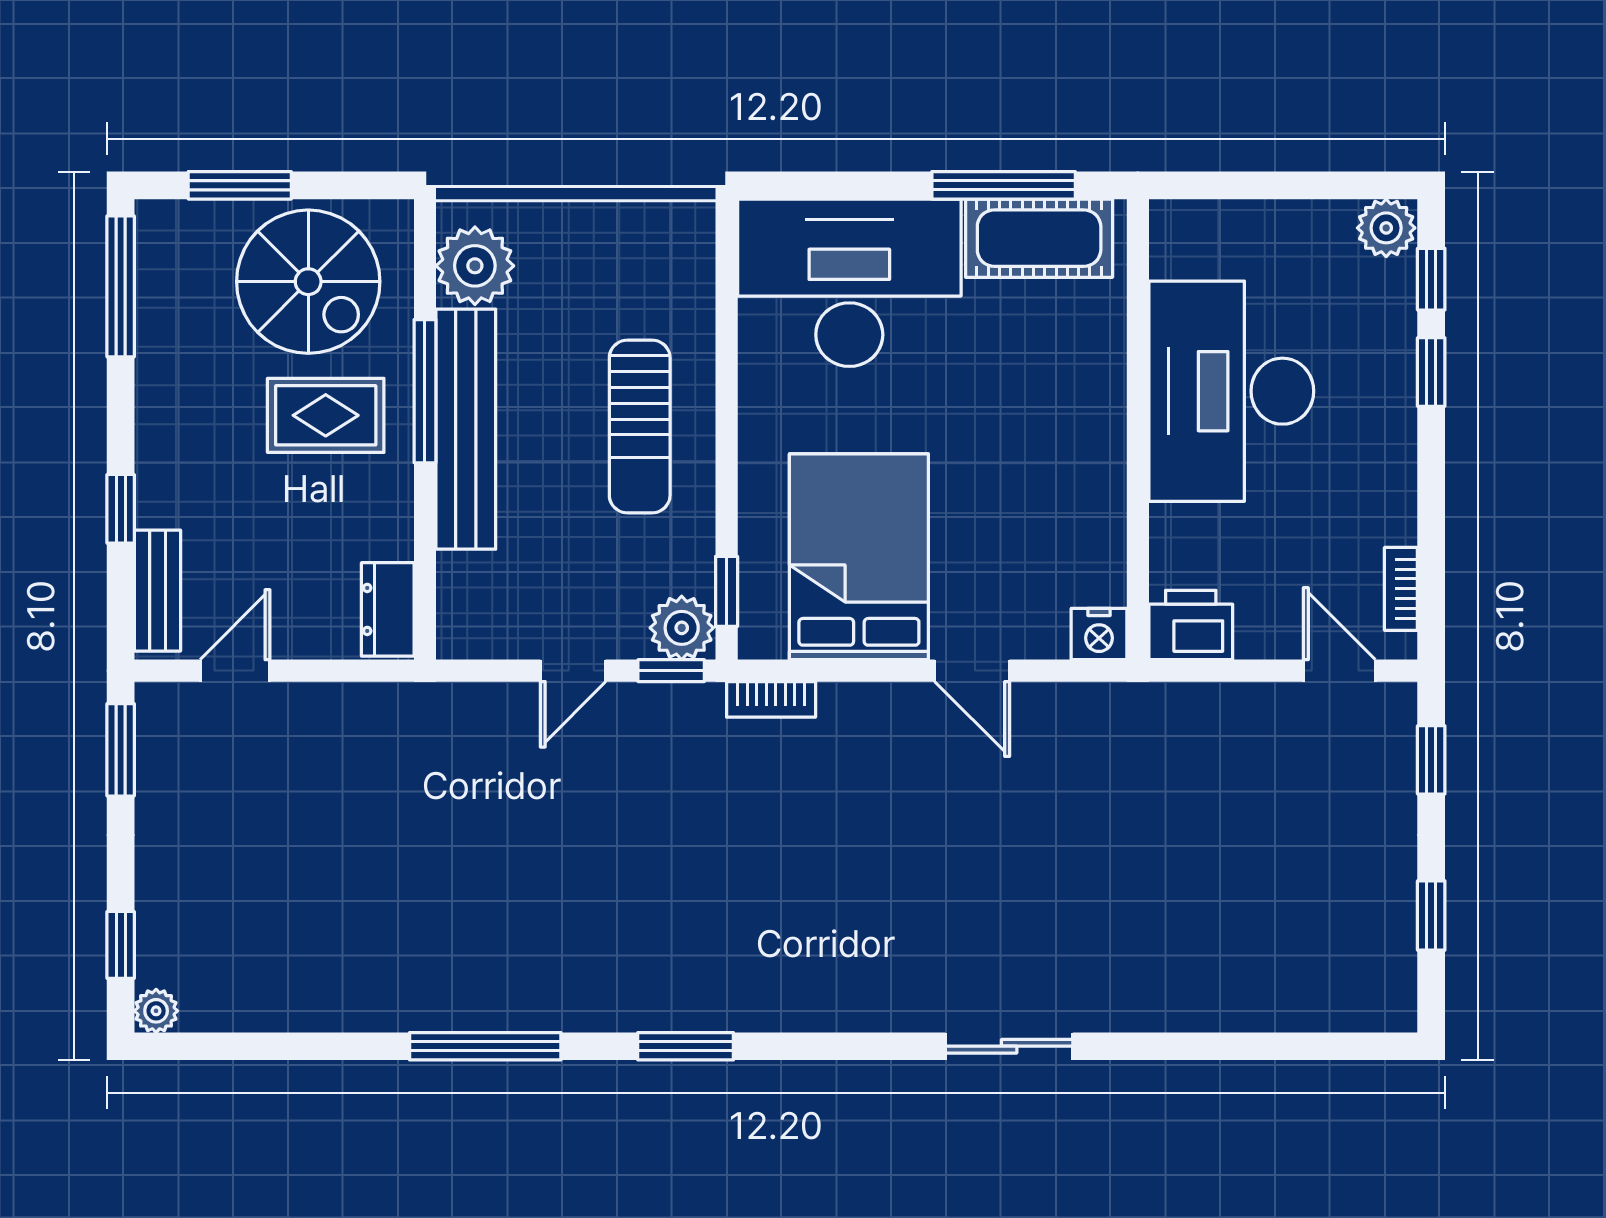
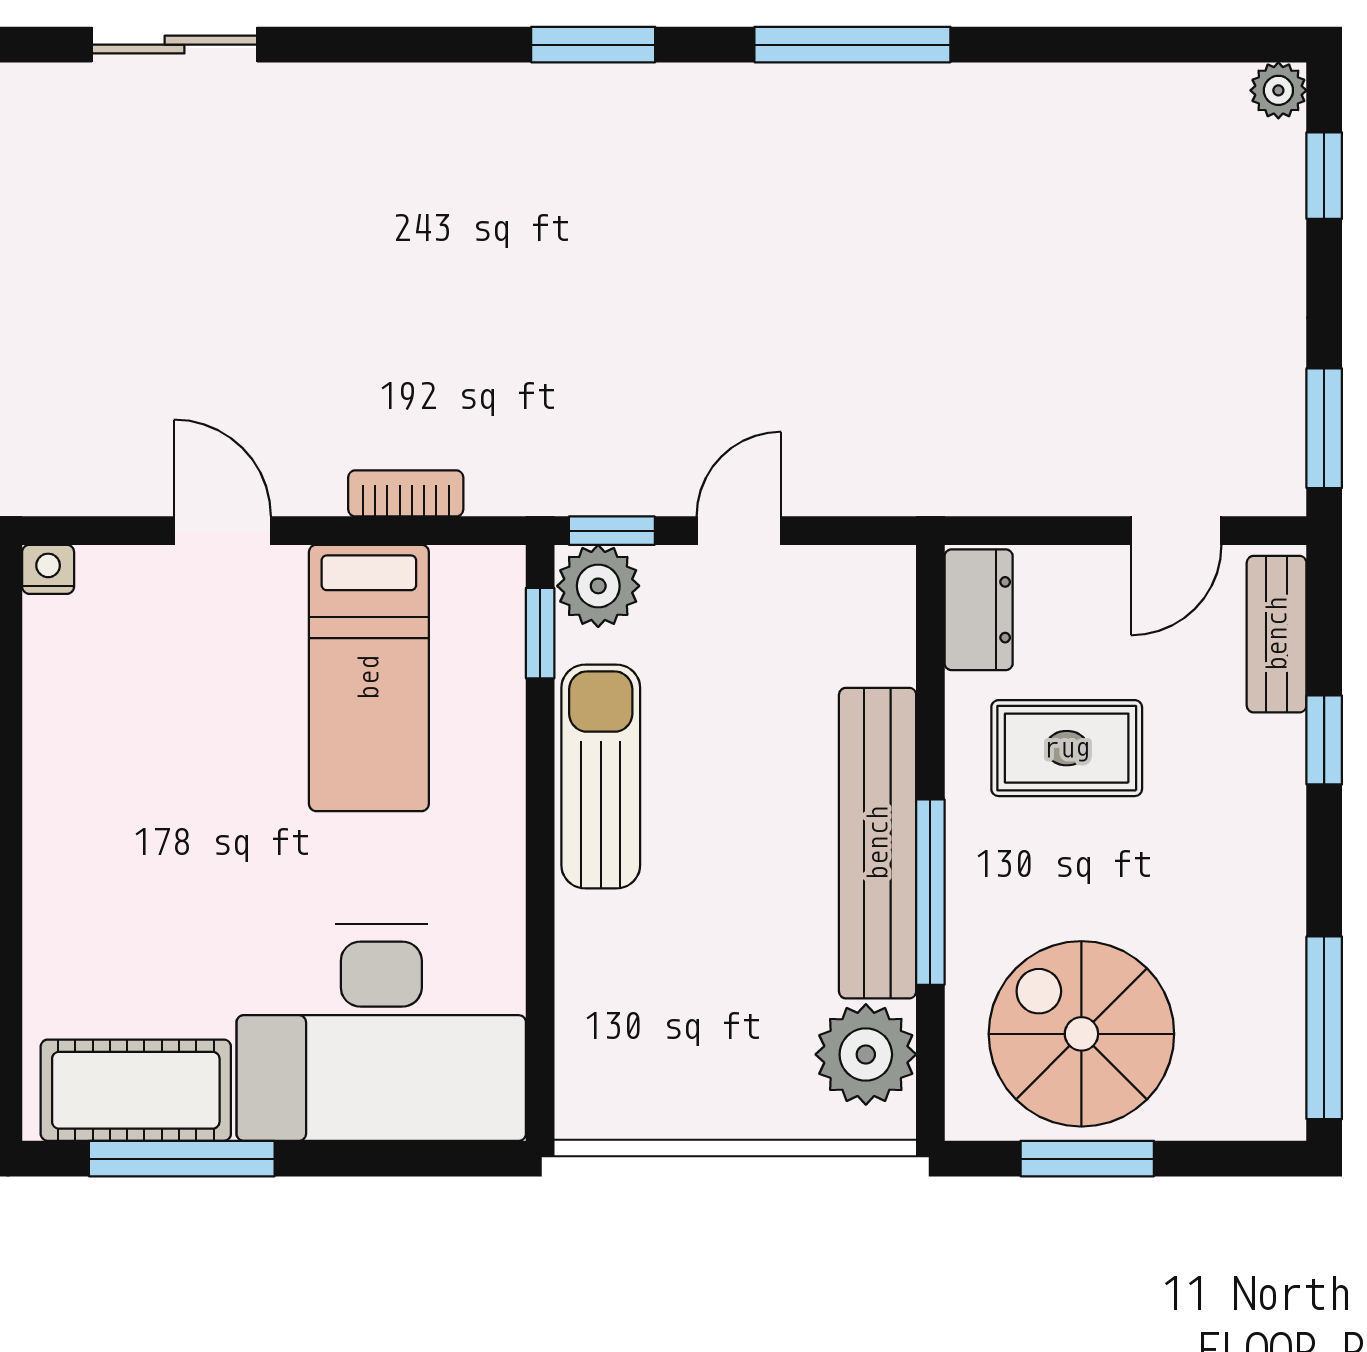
window: (240, 185) -> (1087, 1159), moved
rug: (326, 415) -> (1067, 748), moved
sun lounger: (640, 426) -> (601, 776), moved
bed: (859, 557) -> (369, 678), width x0.67
nightstand: (1099, 634) -> (48, 569), width x0.72, depth x0.74
bookcase: (771, 699) -> (406, 493), moved

